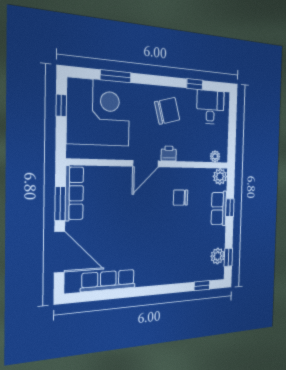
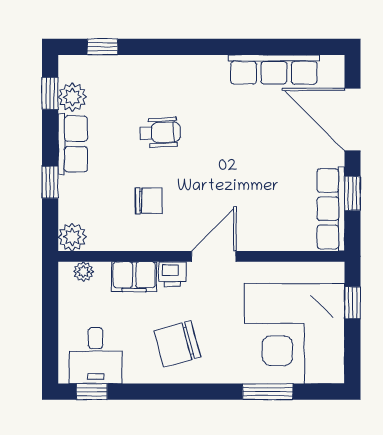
window: (195, 84) -> (92, 392), moved
window: (61, 105) -> (353, 303), moved
filing cabinet: (189, 153) -> (134, 277), added
window: (60, 203) -> (353, 193), width x0.67
row of seats: (219, 208) -> (73, 144), moved
wheelchair: (174, 238) -> (160, 133), added

